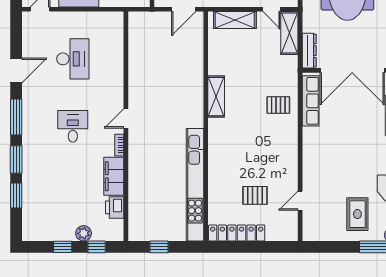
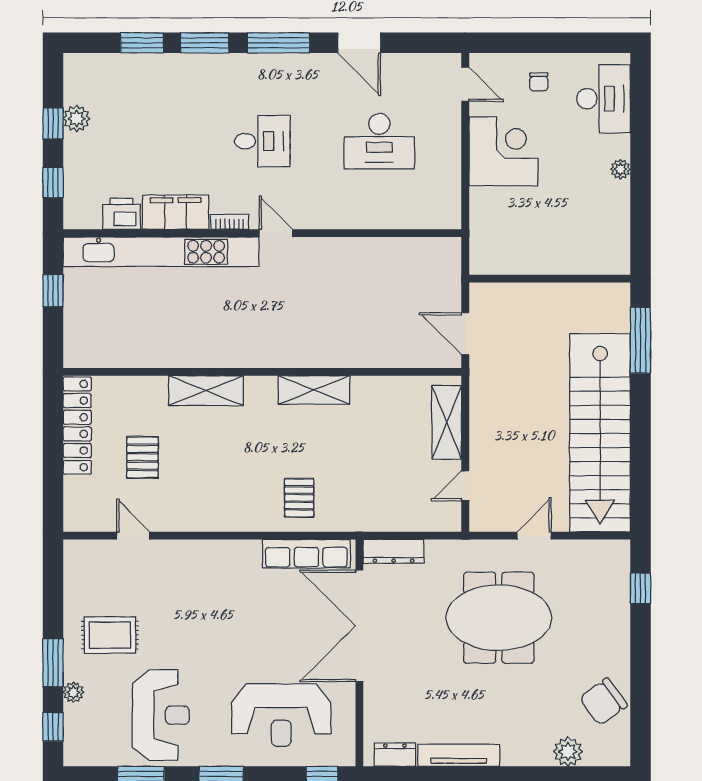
shelving: (289, 33) -> (206, 391), moved
kitchen unit: (195, 185) -> (161, 252), moved, turned 180
plant: (84, 233) -> (77, 119), moved

